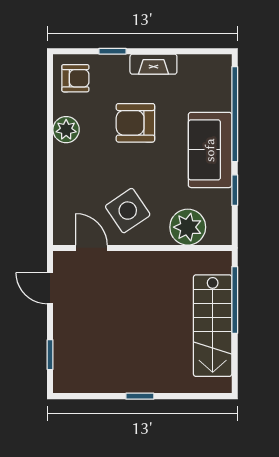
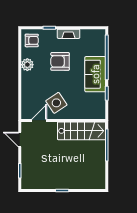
plant: (188, 227) -> (85, 111), removed
door: (91, 248) -> (39, 120), hinge flipped
stairs: (213, 326) -> (82, 131), moved, turned -90

